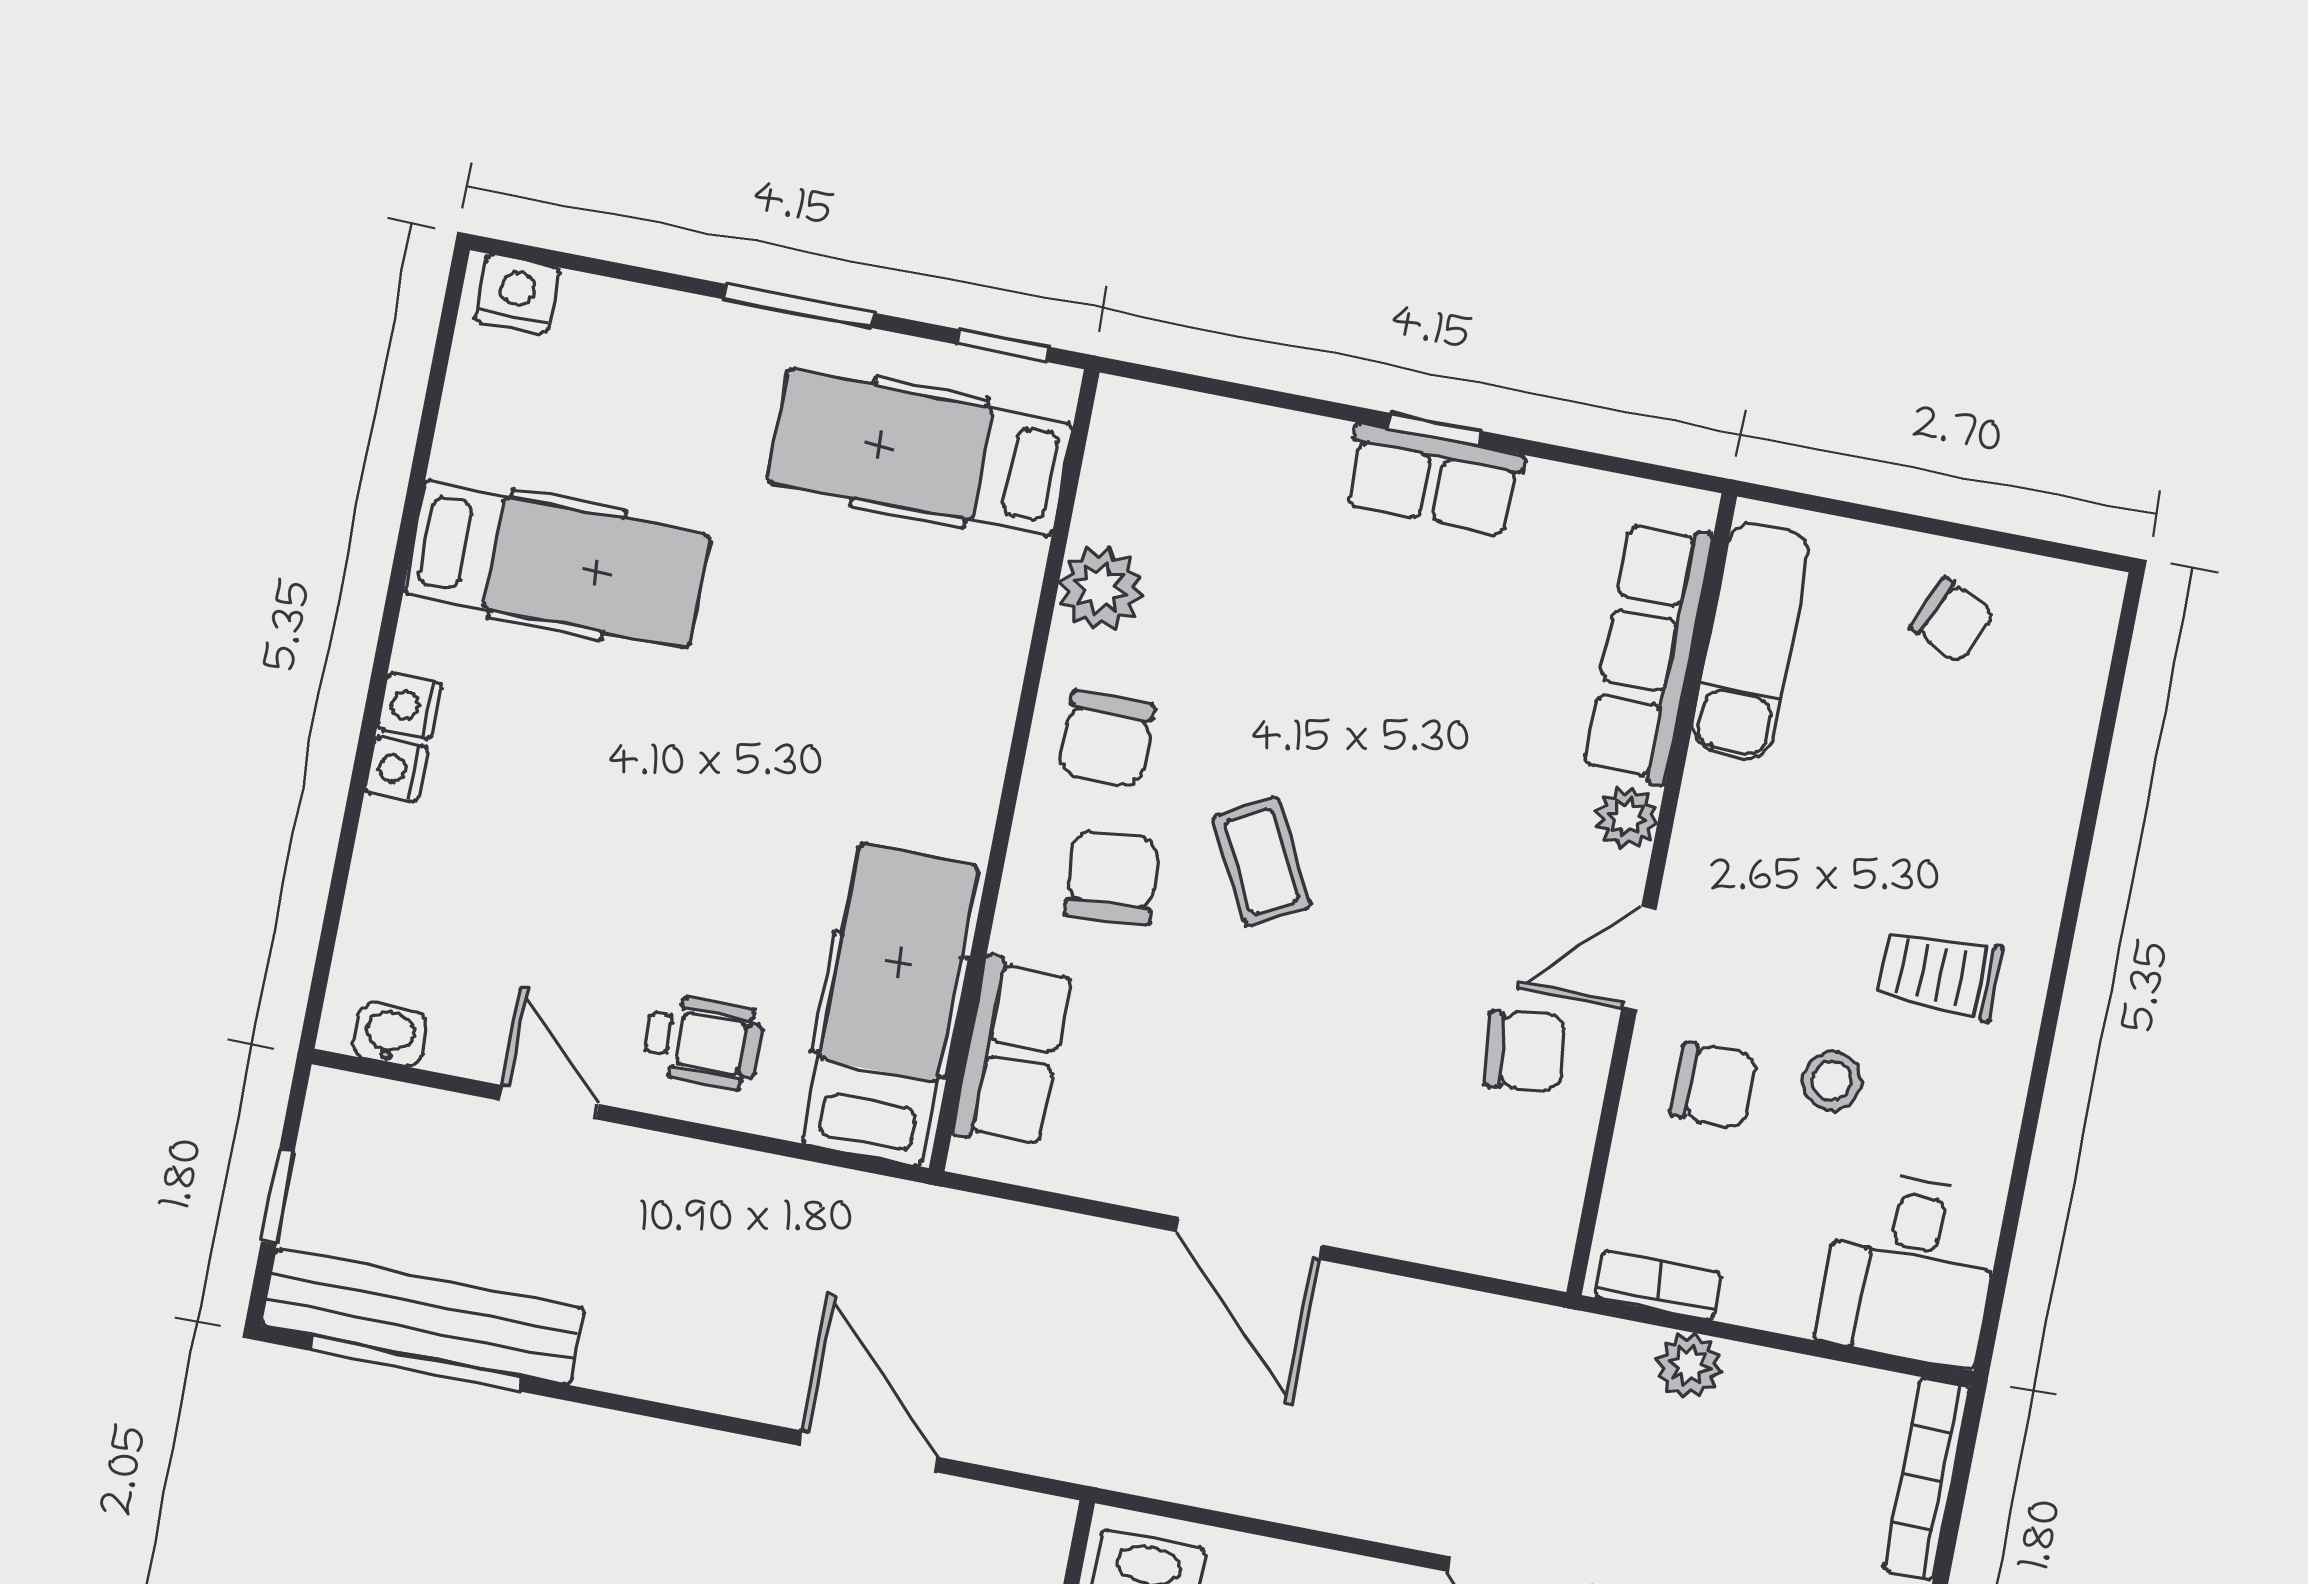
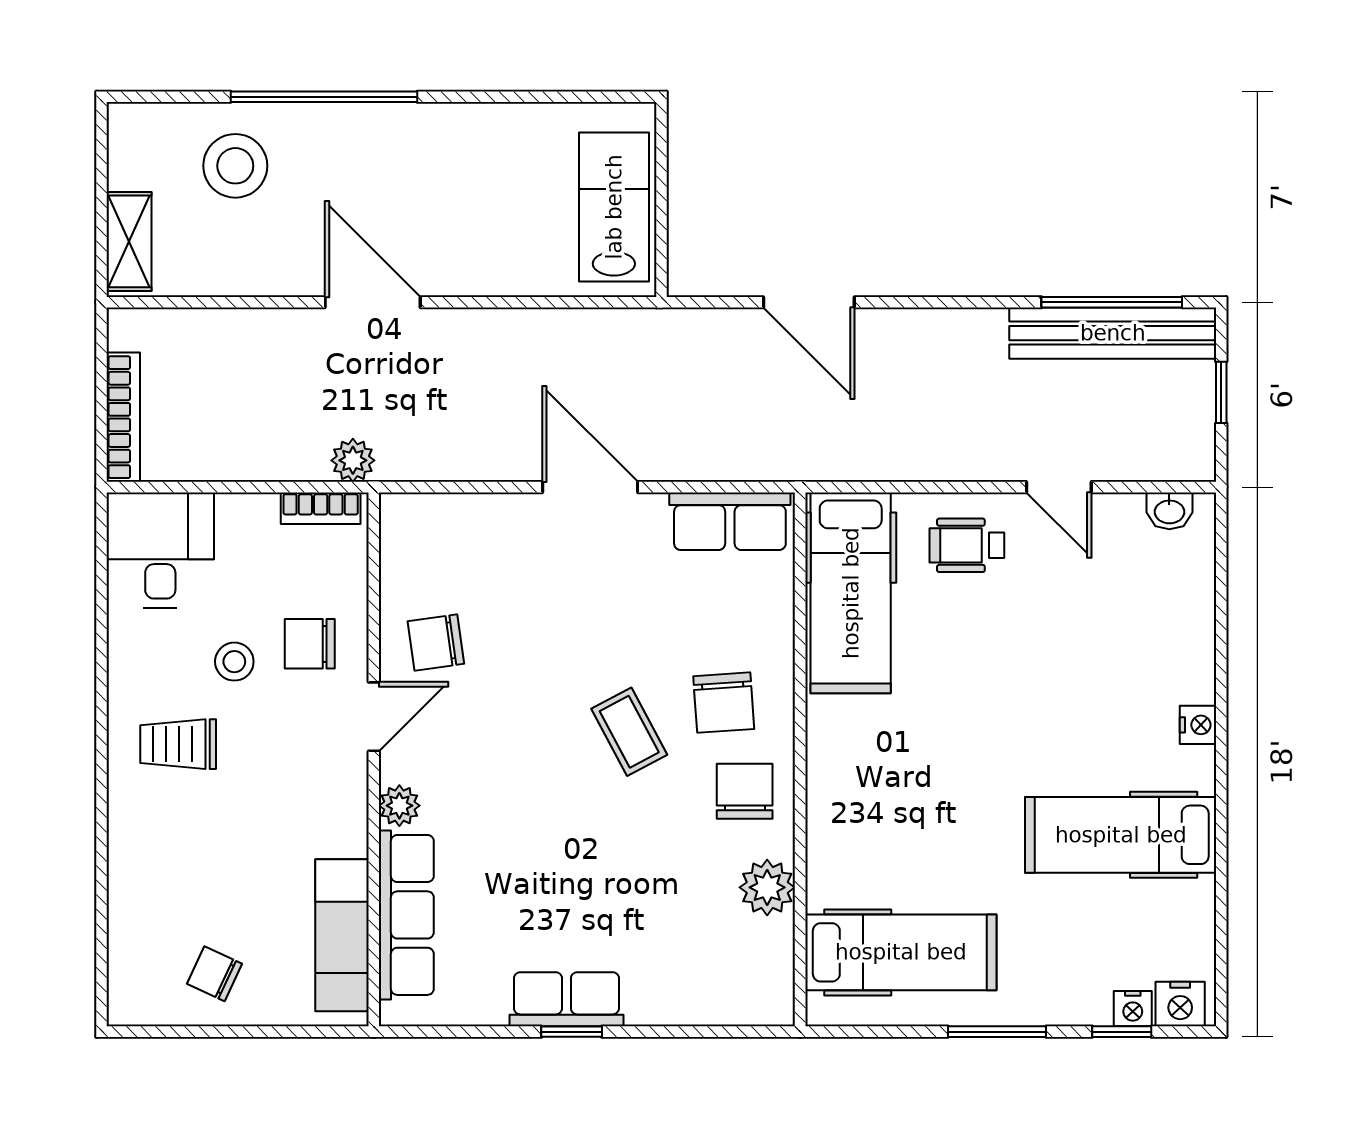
window: (1003, 346) -> (1122, 1032), moved
nightstand: (397, 769) -> (1133, 1009), moved, turned 90
trolley: (1940, 974) -> (178, 744), turned 180
row of seats: (1012, 1052) -> (730, 521), moved, turned -90
plant: (1689, 1365) -> (353, 460), moved

